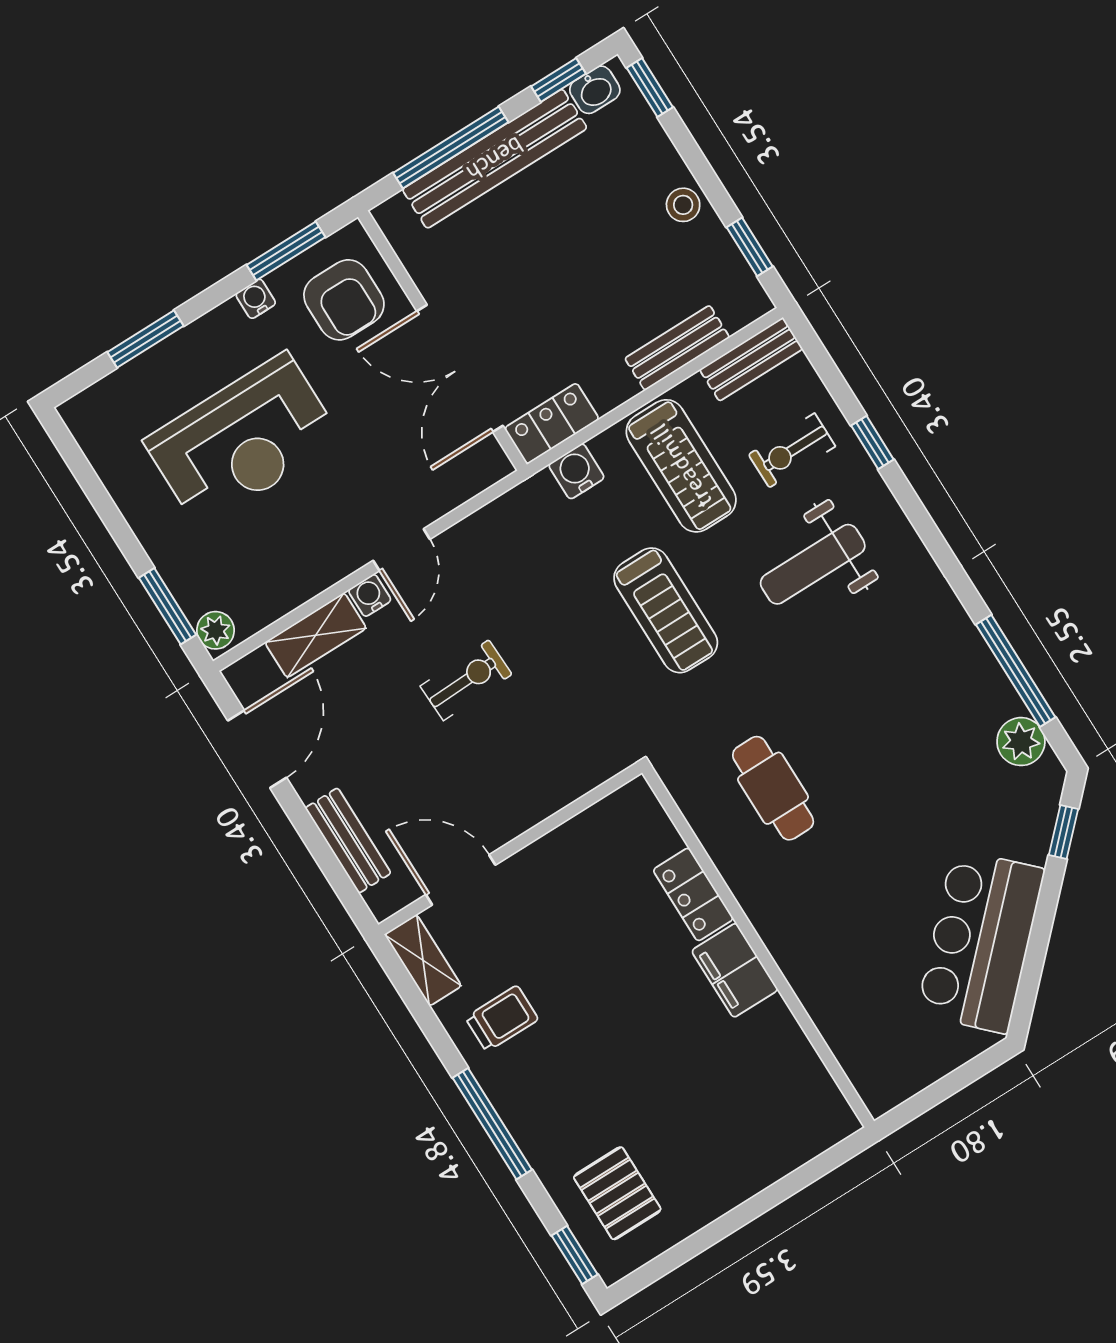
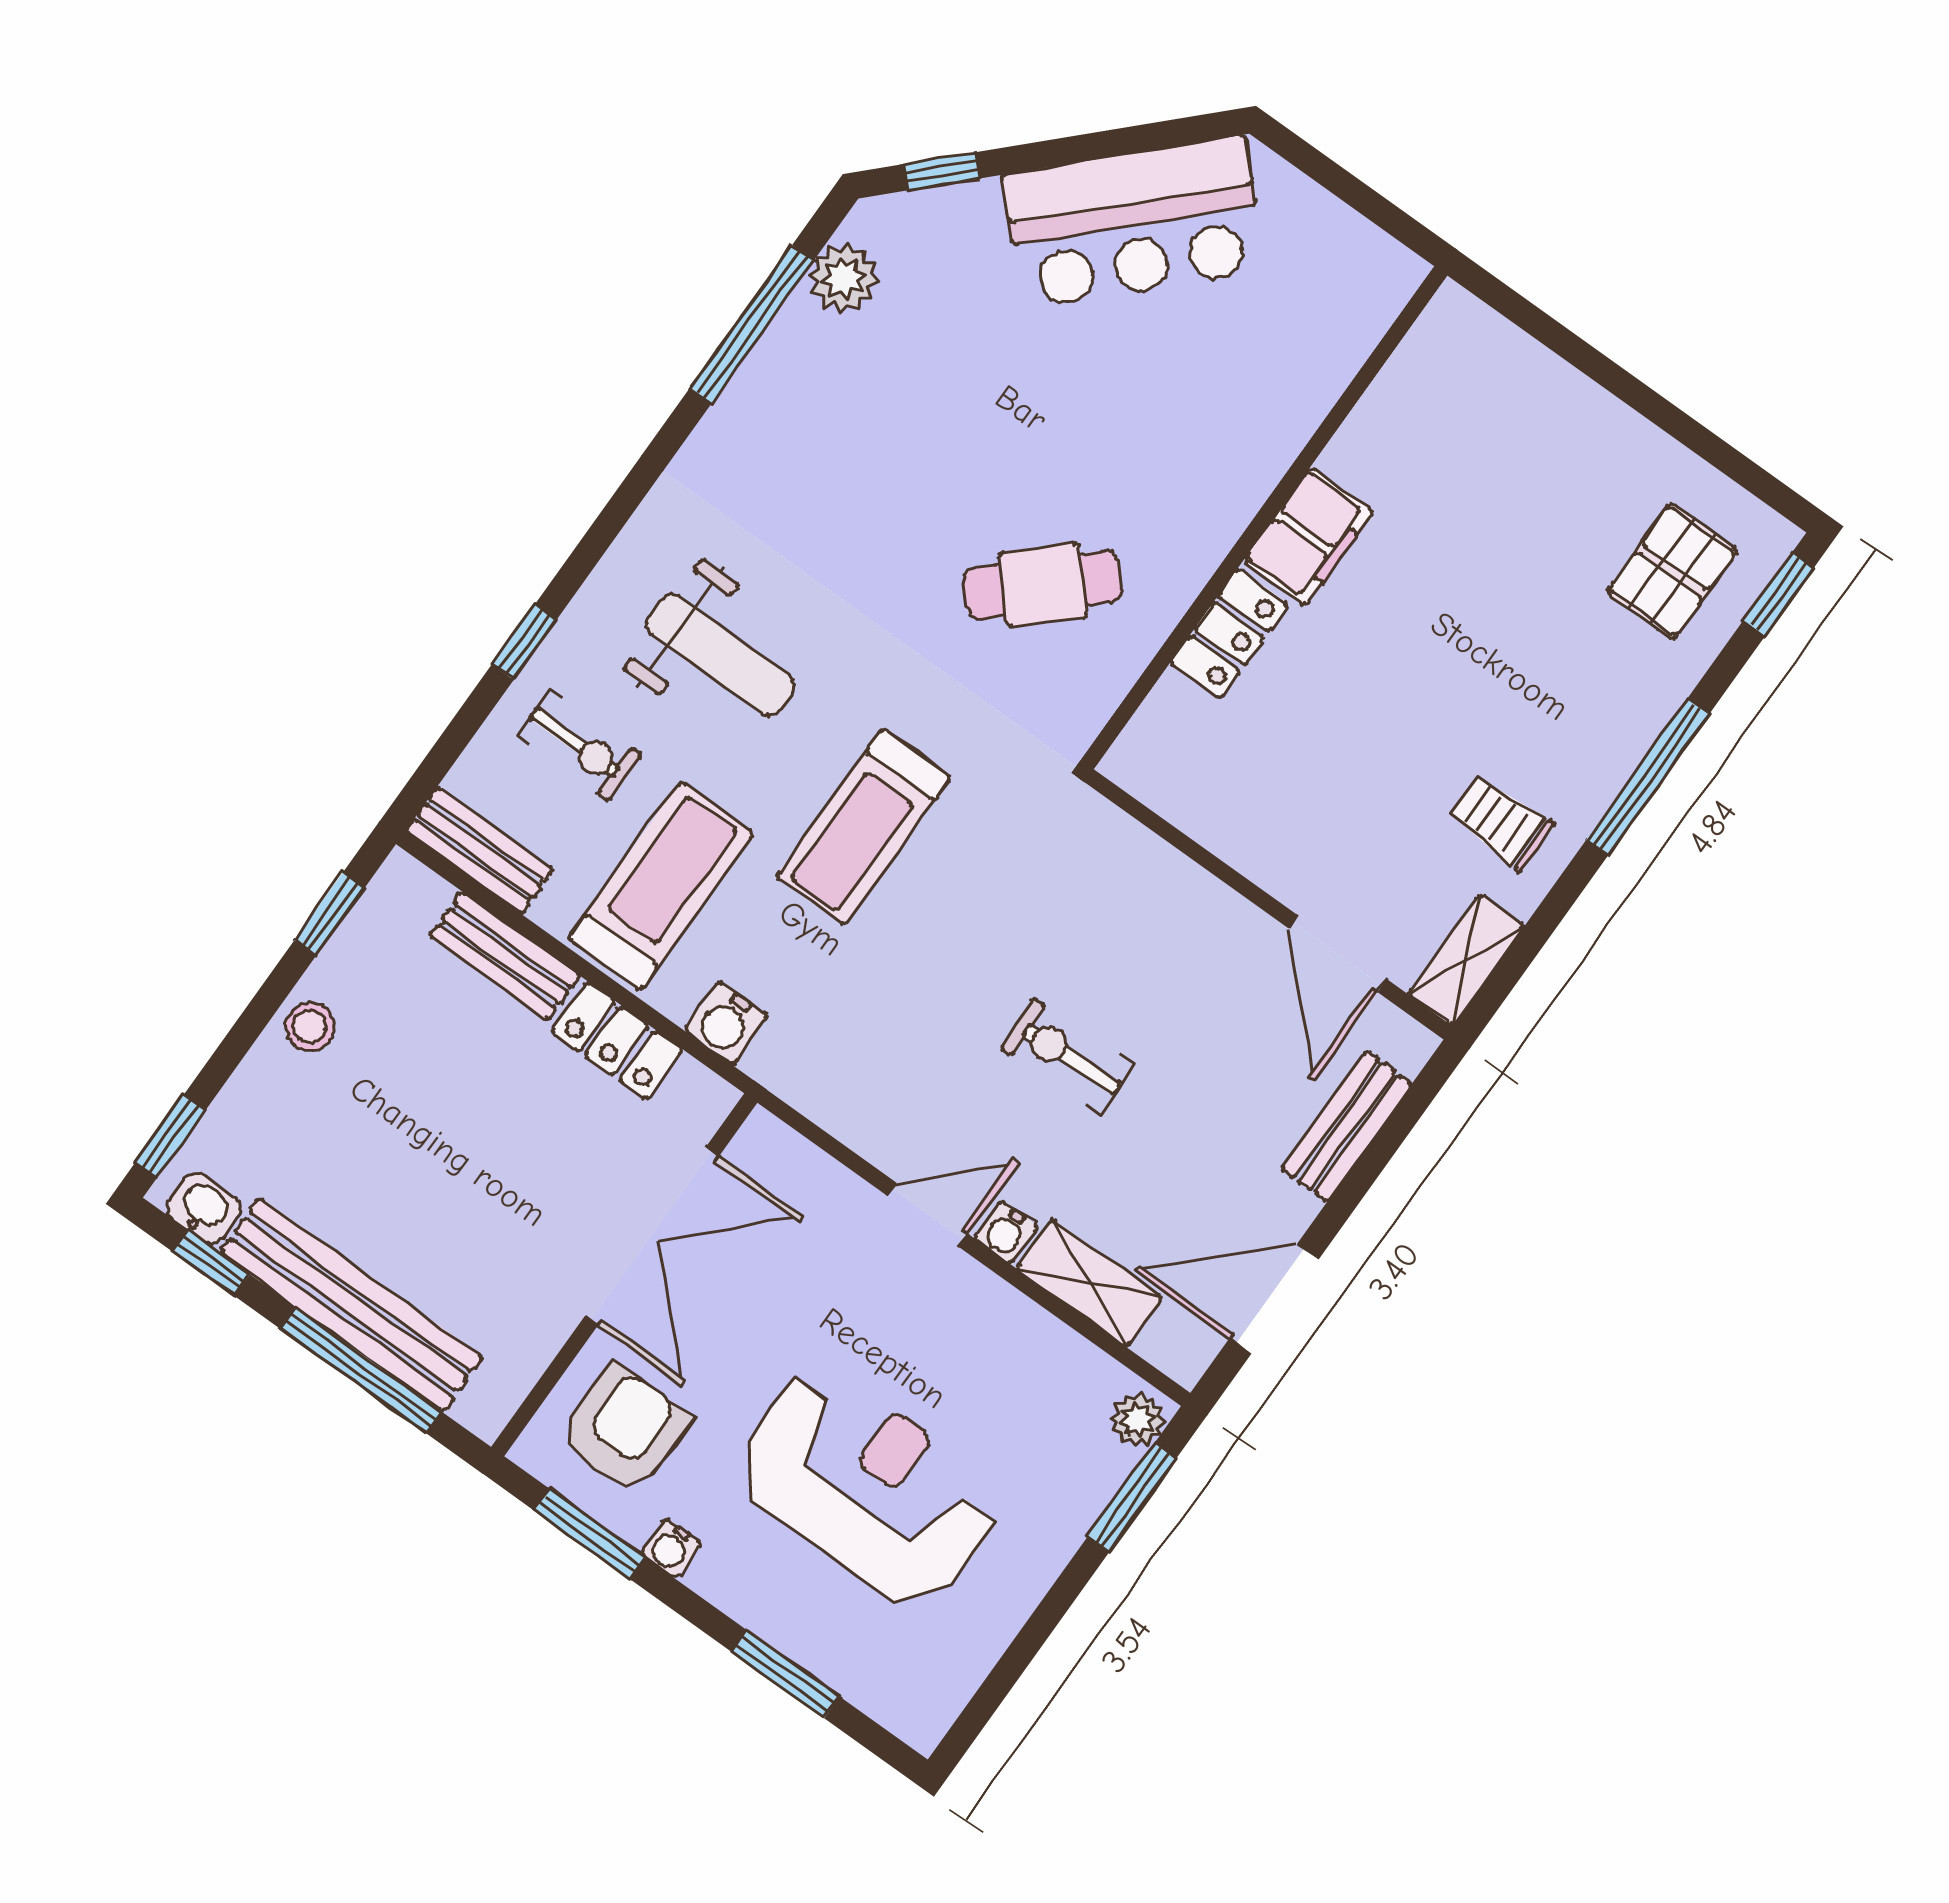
locker: (552, 424) -> (617, 1041), moved
treadmill: (666, 610) -> (863, 827), turned 180
cafe table: (773, 788) -> (1043, 585), turned 47

